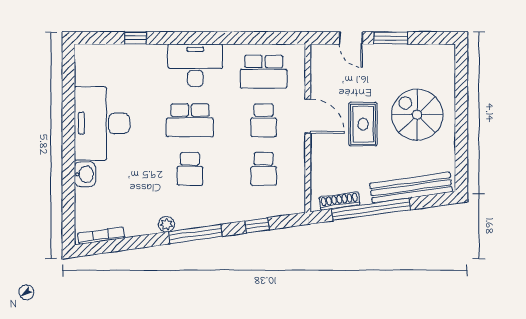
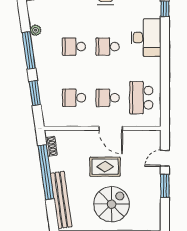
desk: (195, 65) -> (146, 38), moved
door: (308, 116) -> (111, 128), hinge flipped
school desk: (190, 120) -> (108, 47), width x0.54
shoe rack: (339, 201) -> (51, 146), width x0.70
window: (257, 225) -> (35, 93), width x1.50

